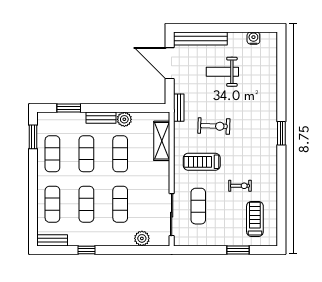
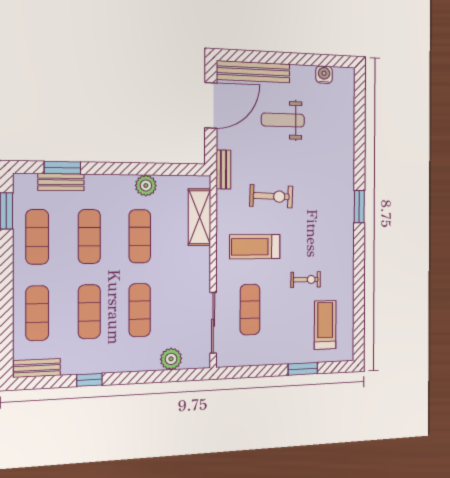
door: (170, 63) -> (211, 105), swing flipped
bench: (101, 118) -> (61, 182), moved

